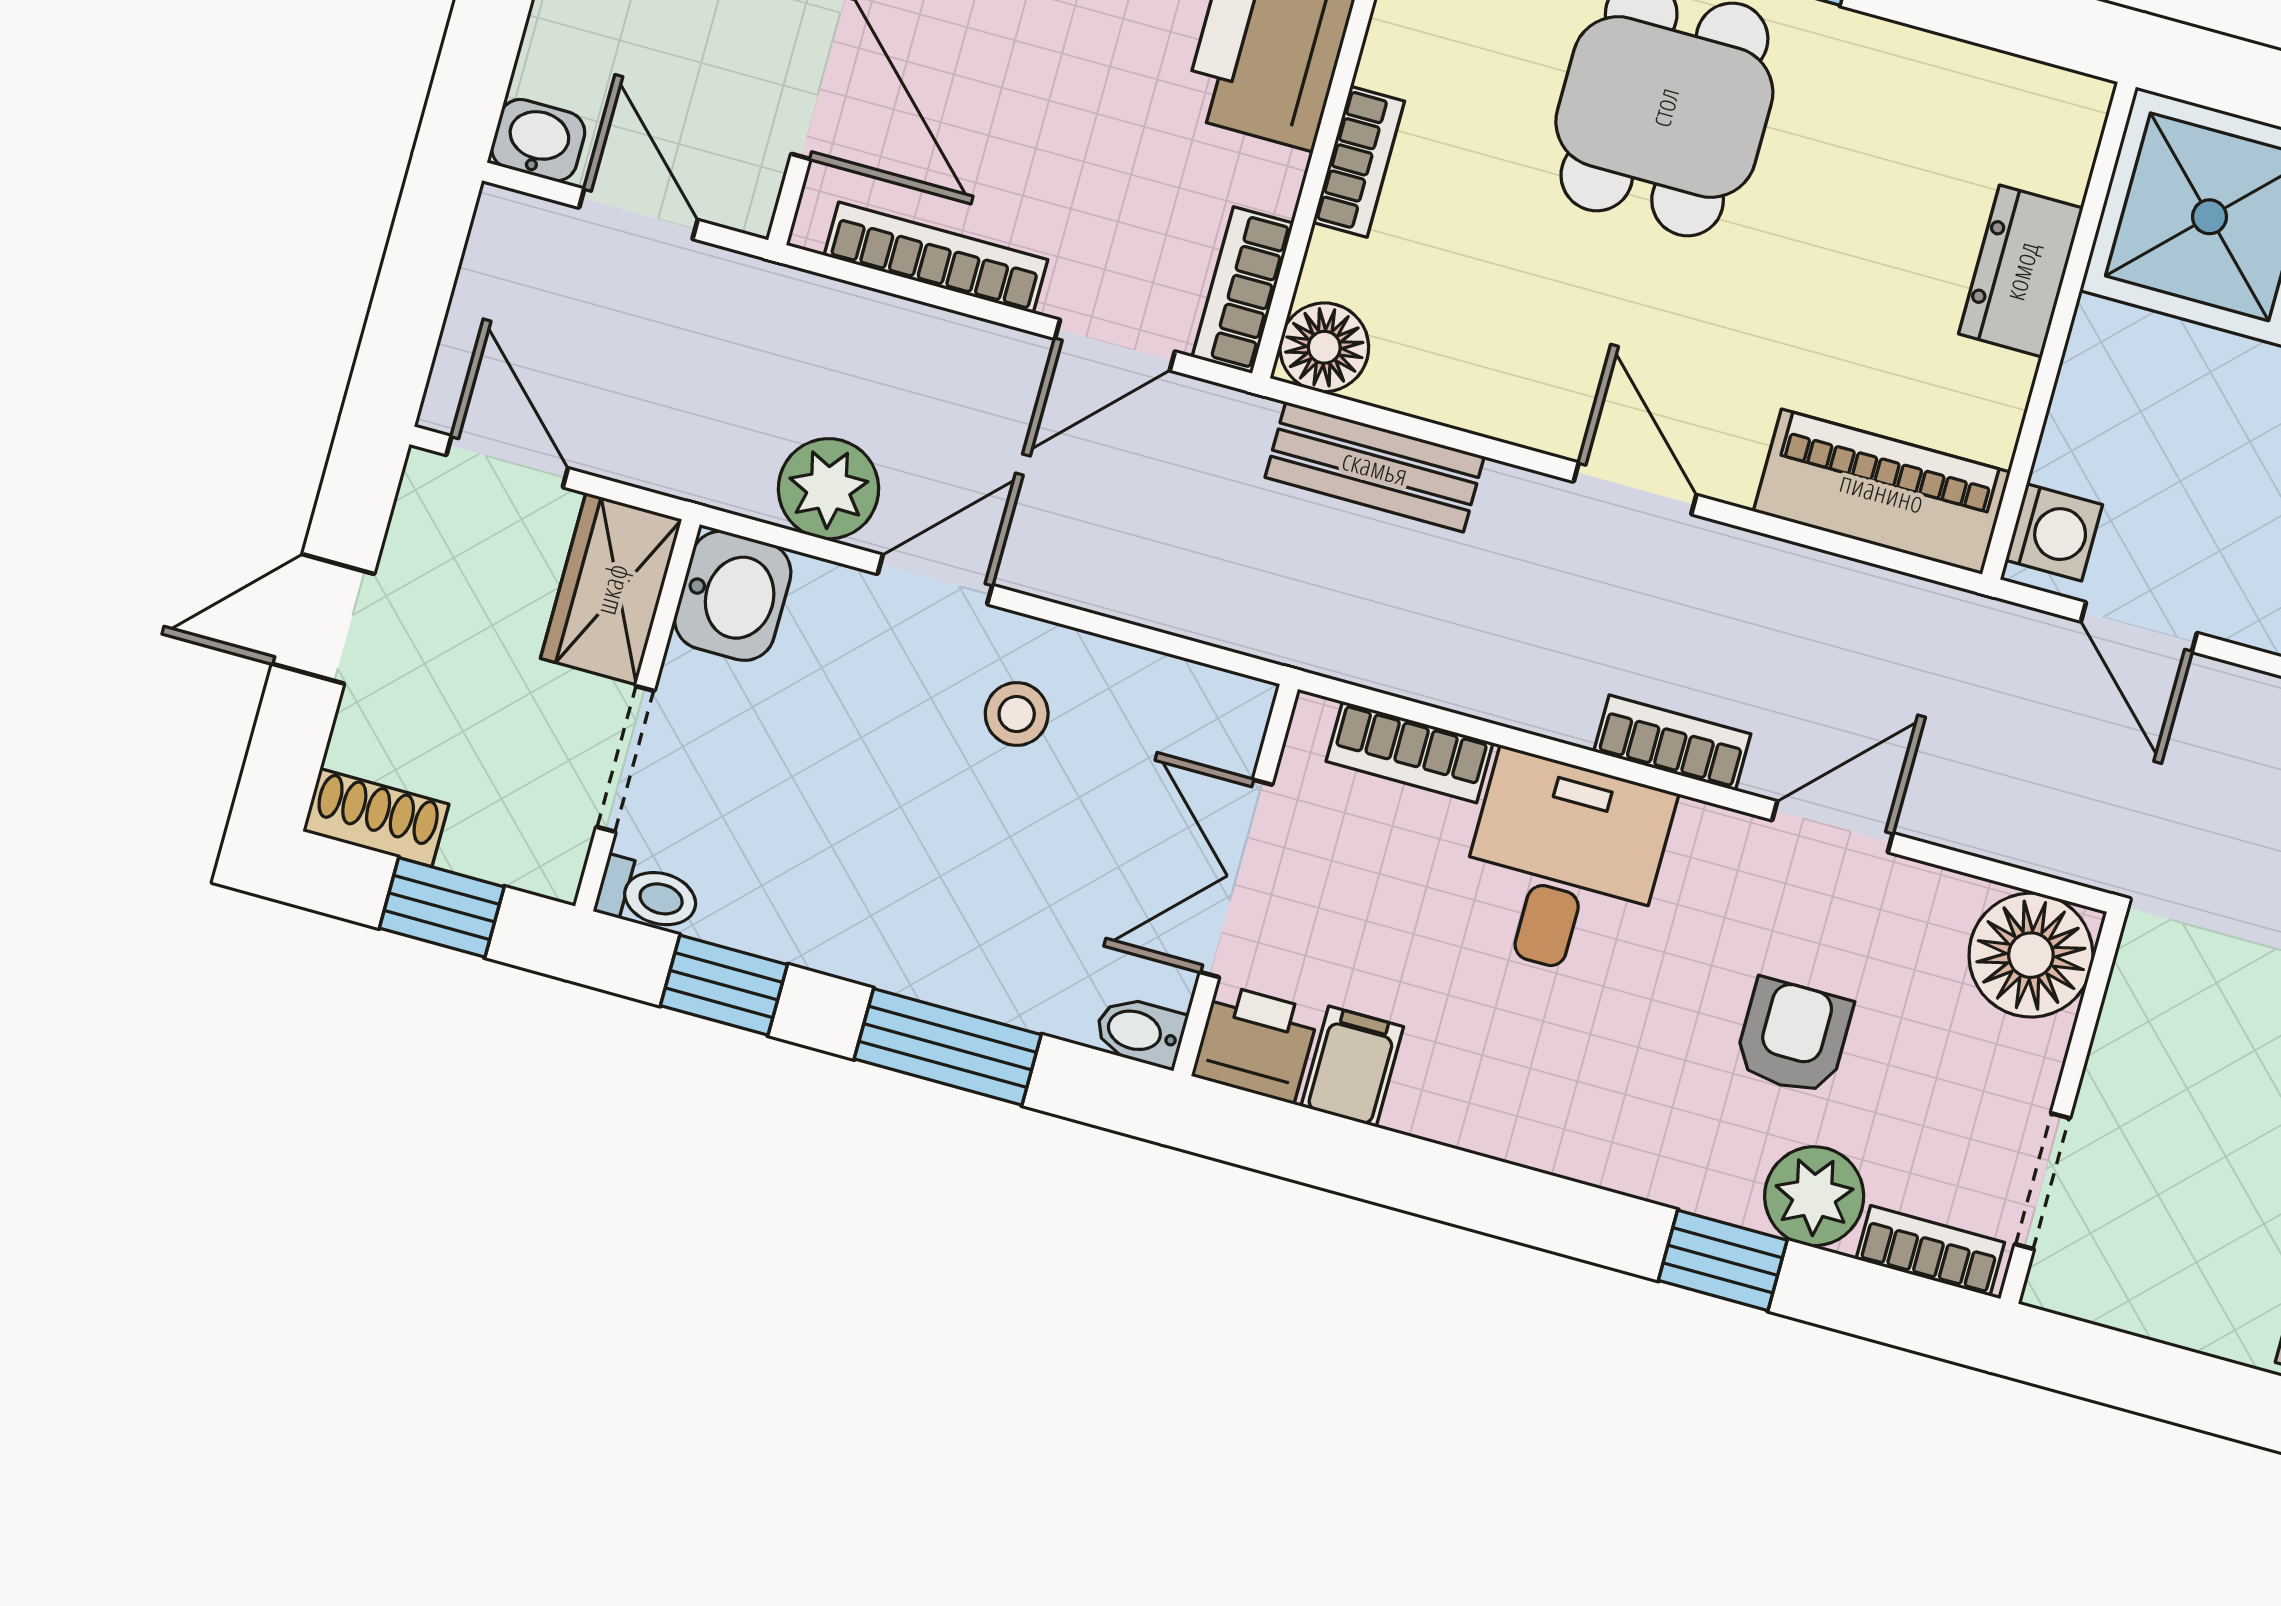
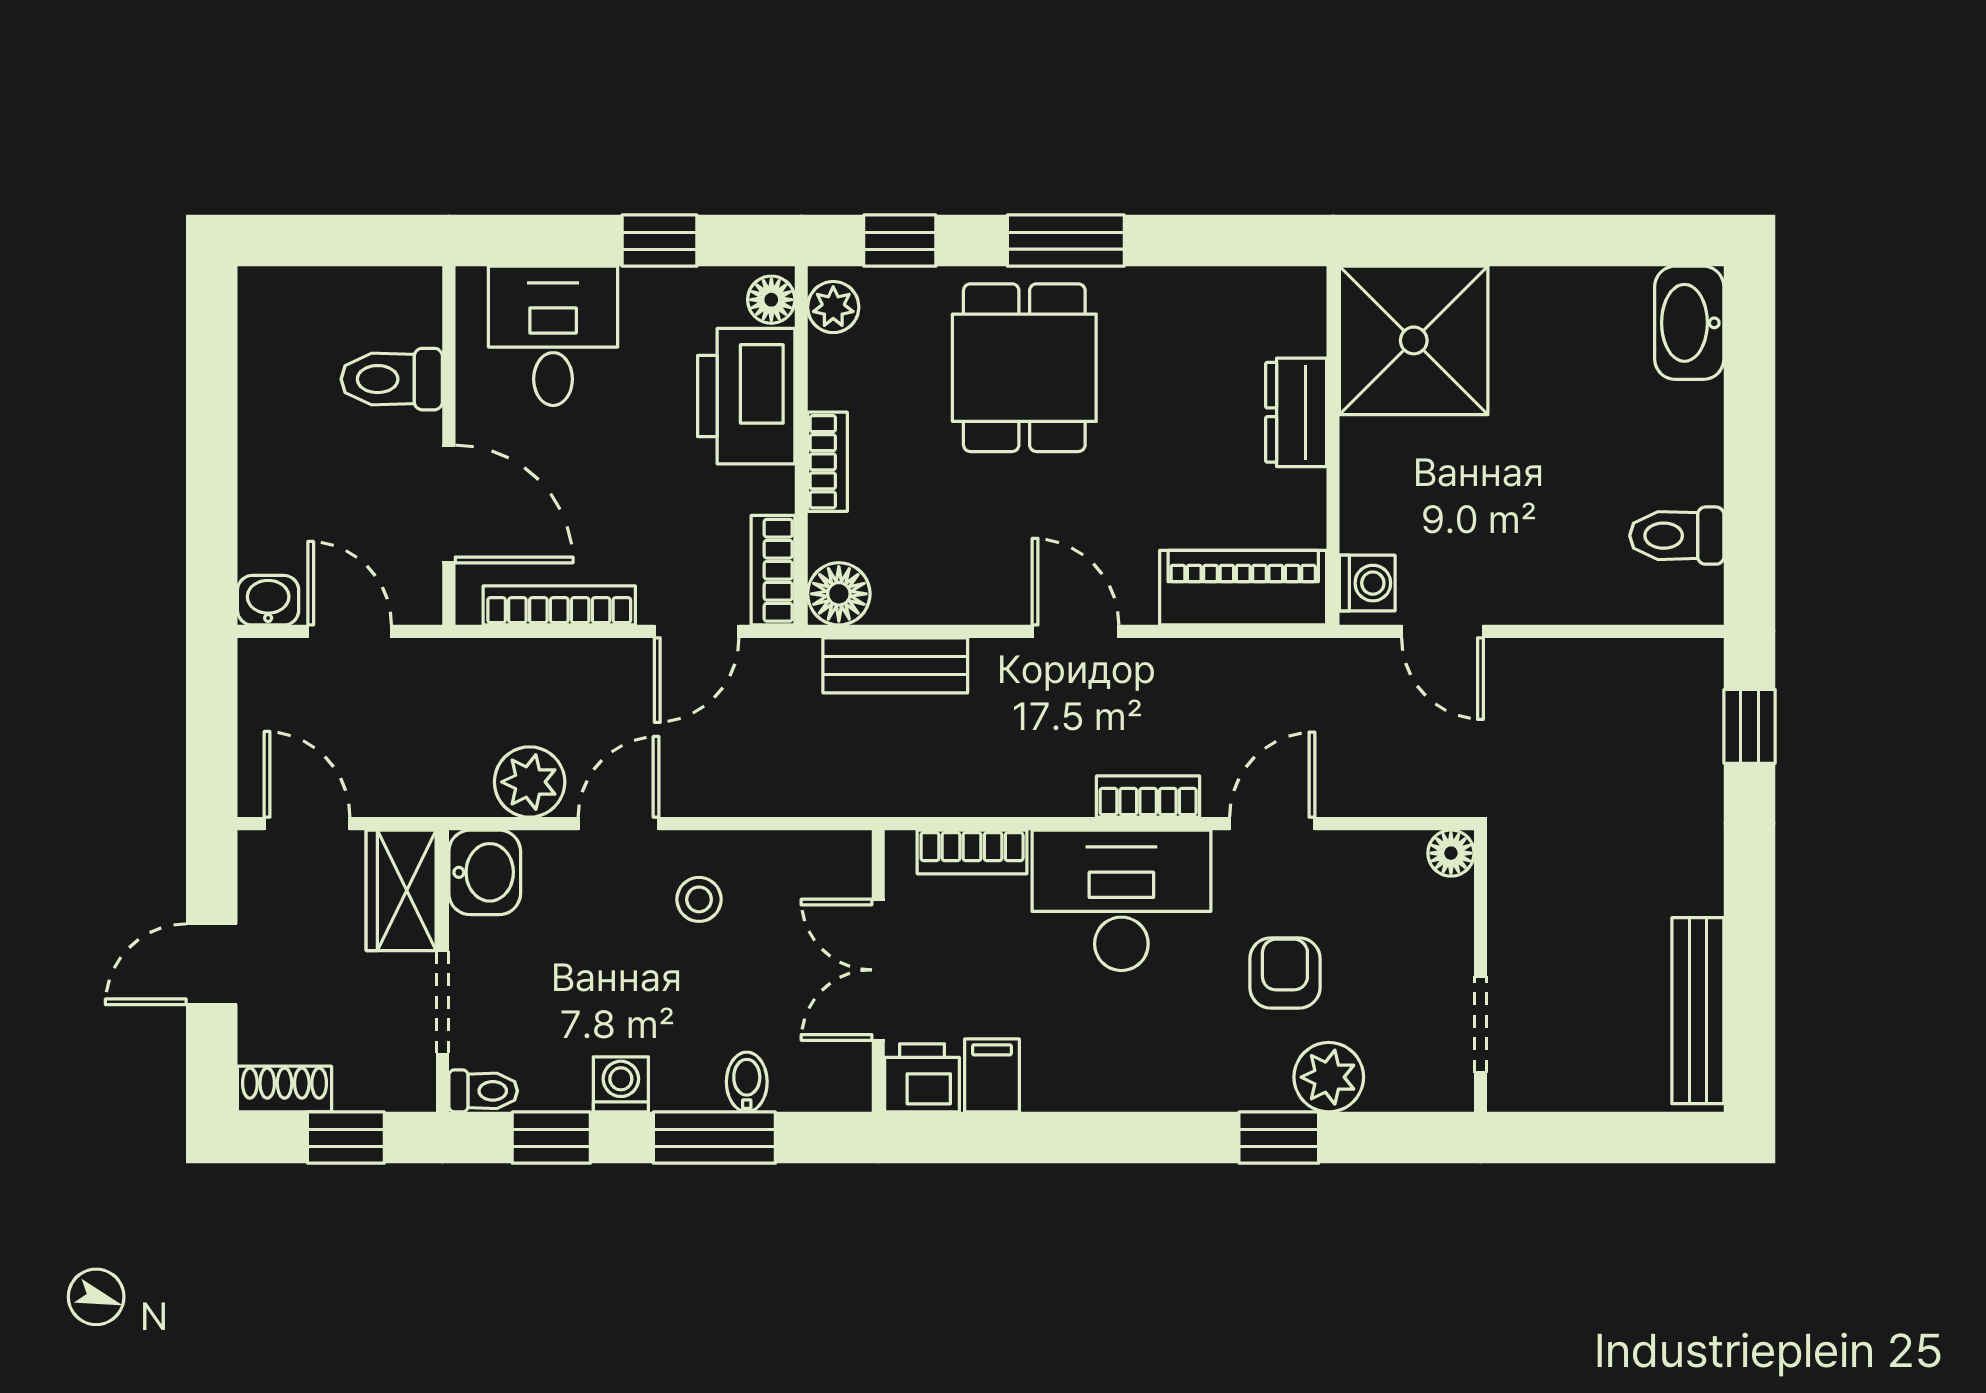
desk: (1563, 866) -> (1121, 900), width x1.37
washing machine: (839, 938) -> (621, 1084), added
floor lamp: (2031, 955) -> (1451, 853), width x0.53, depth x0.53
bidet: (1140, 1032) -> (747, 1082), moved, turned 90
bookcase: (1930, 1251) -> (1417, 1092), removed

